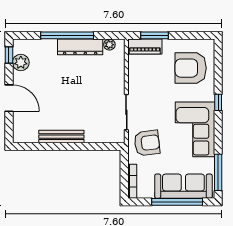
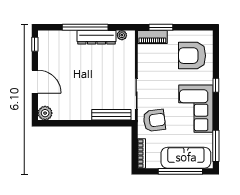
plant: (21, 62) -> (45, 113), moved
bench: (61, 137) -> (111, 115), moved

